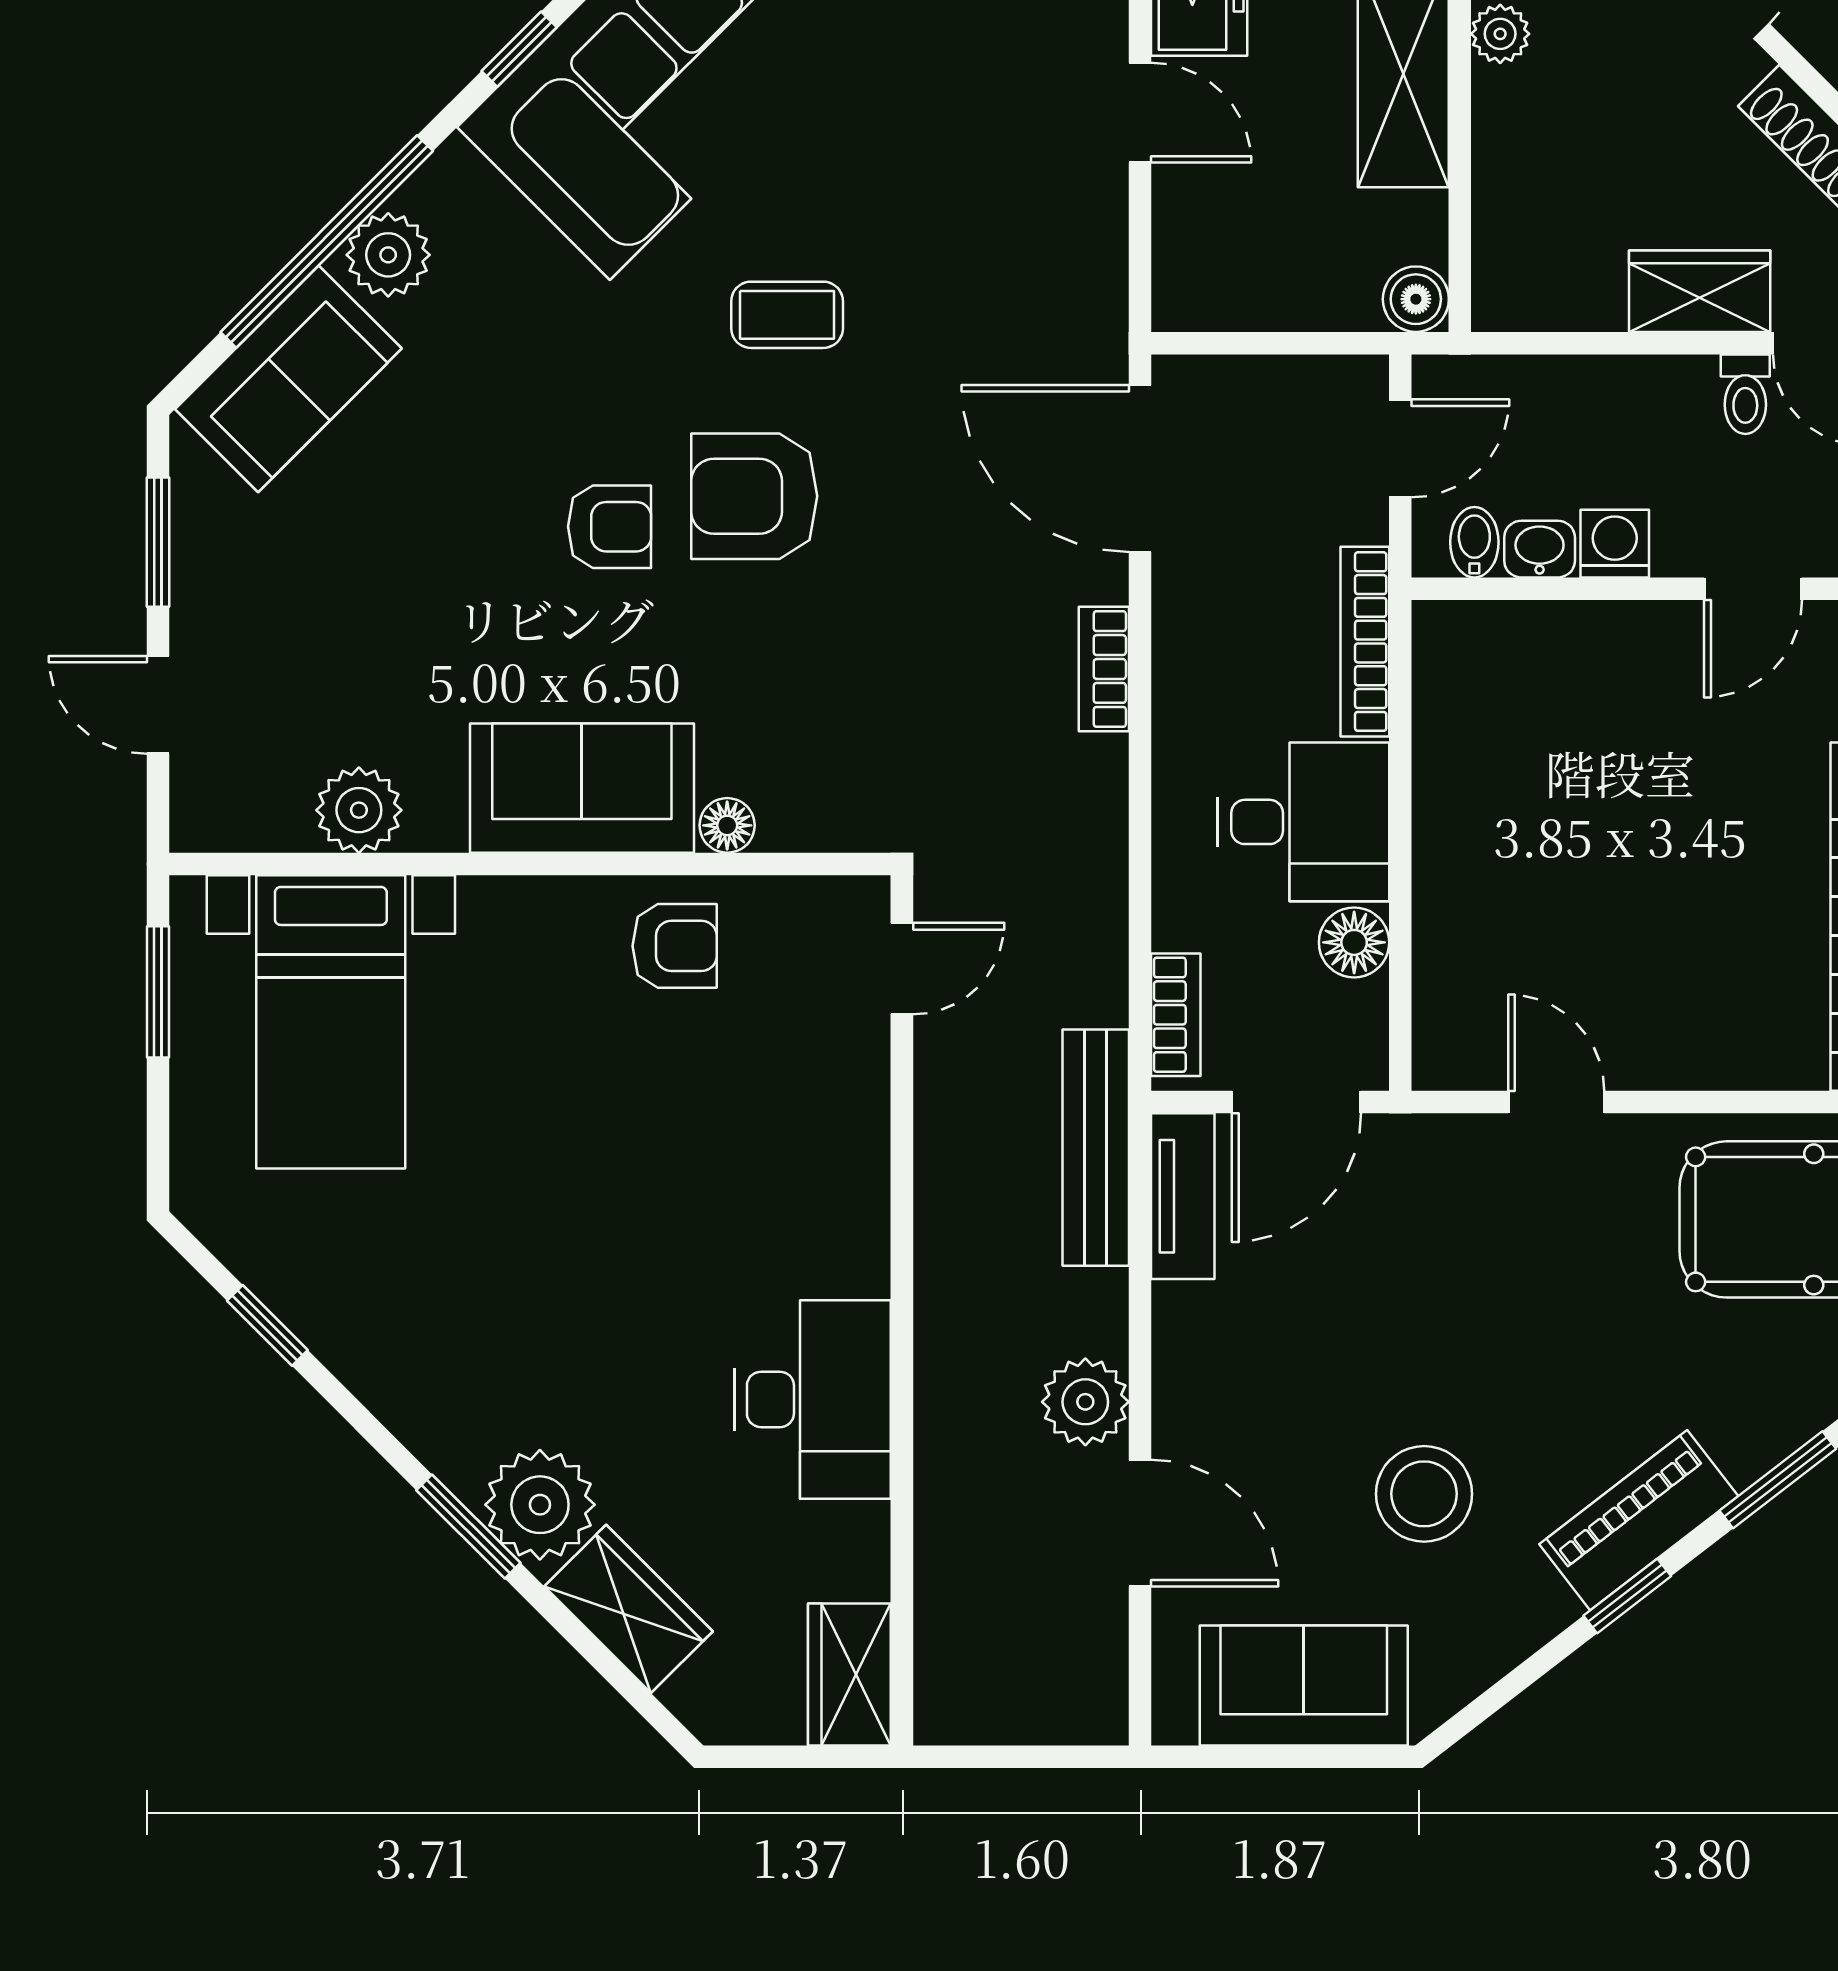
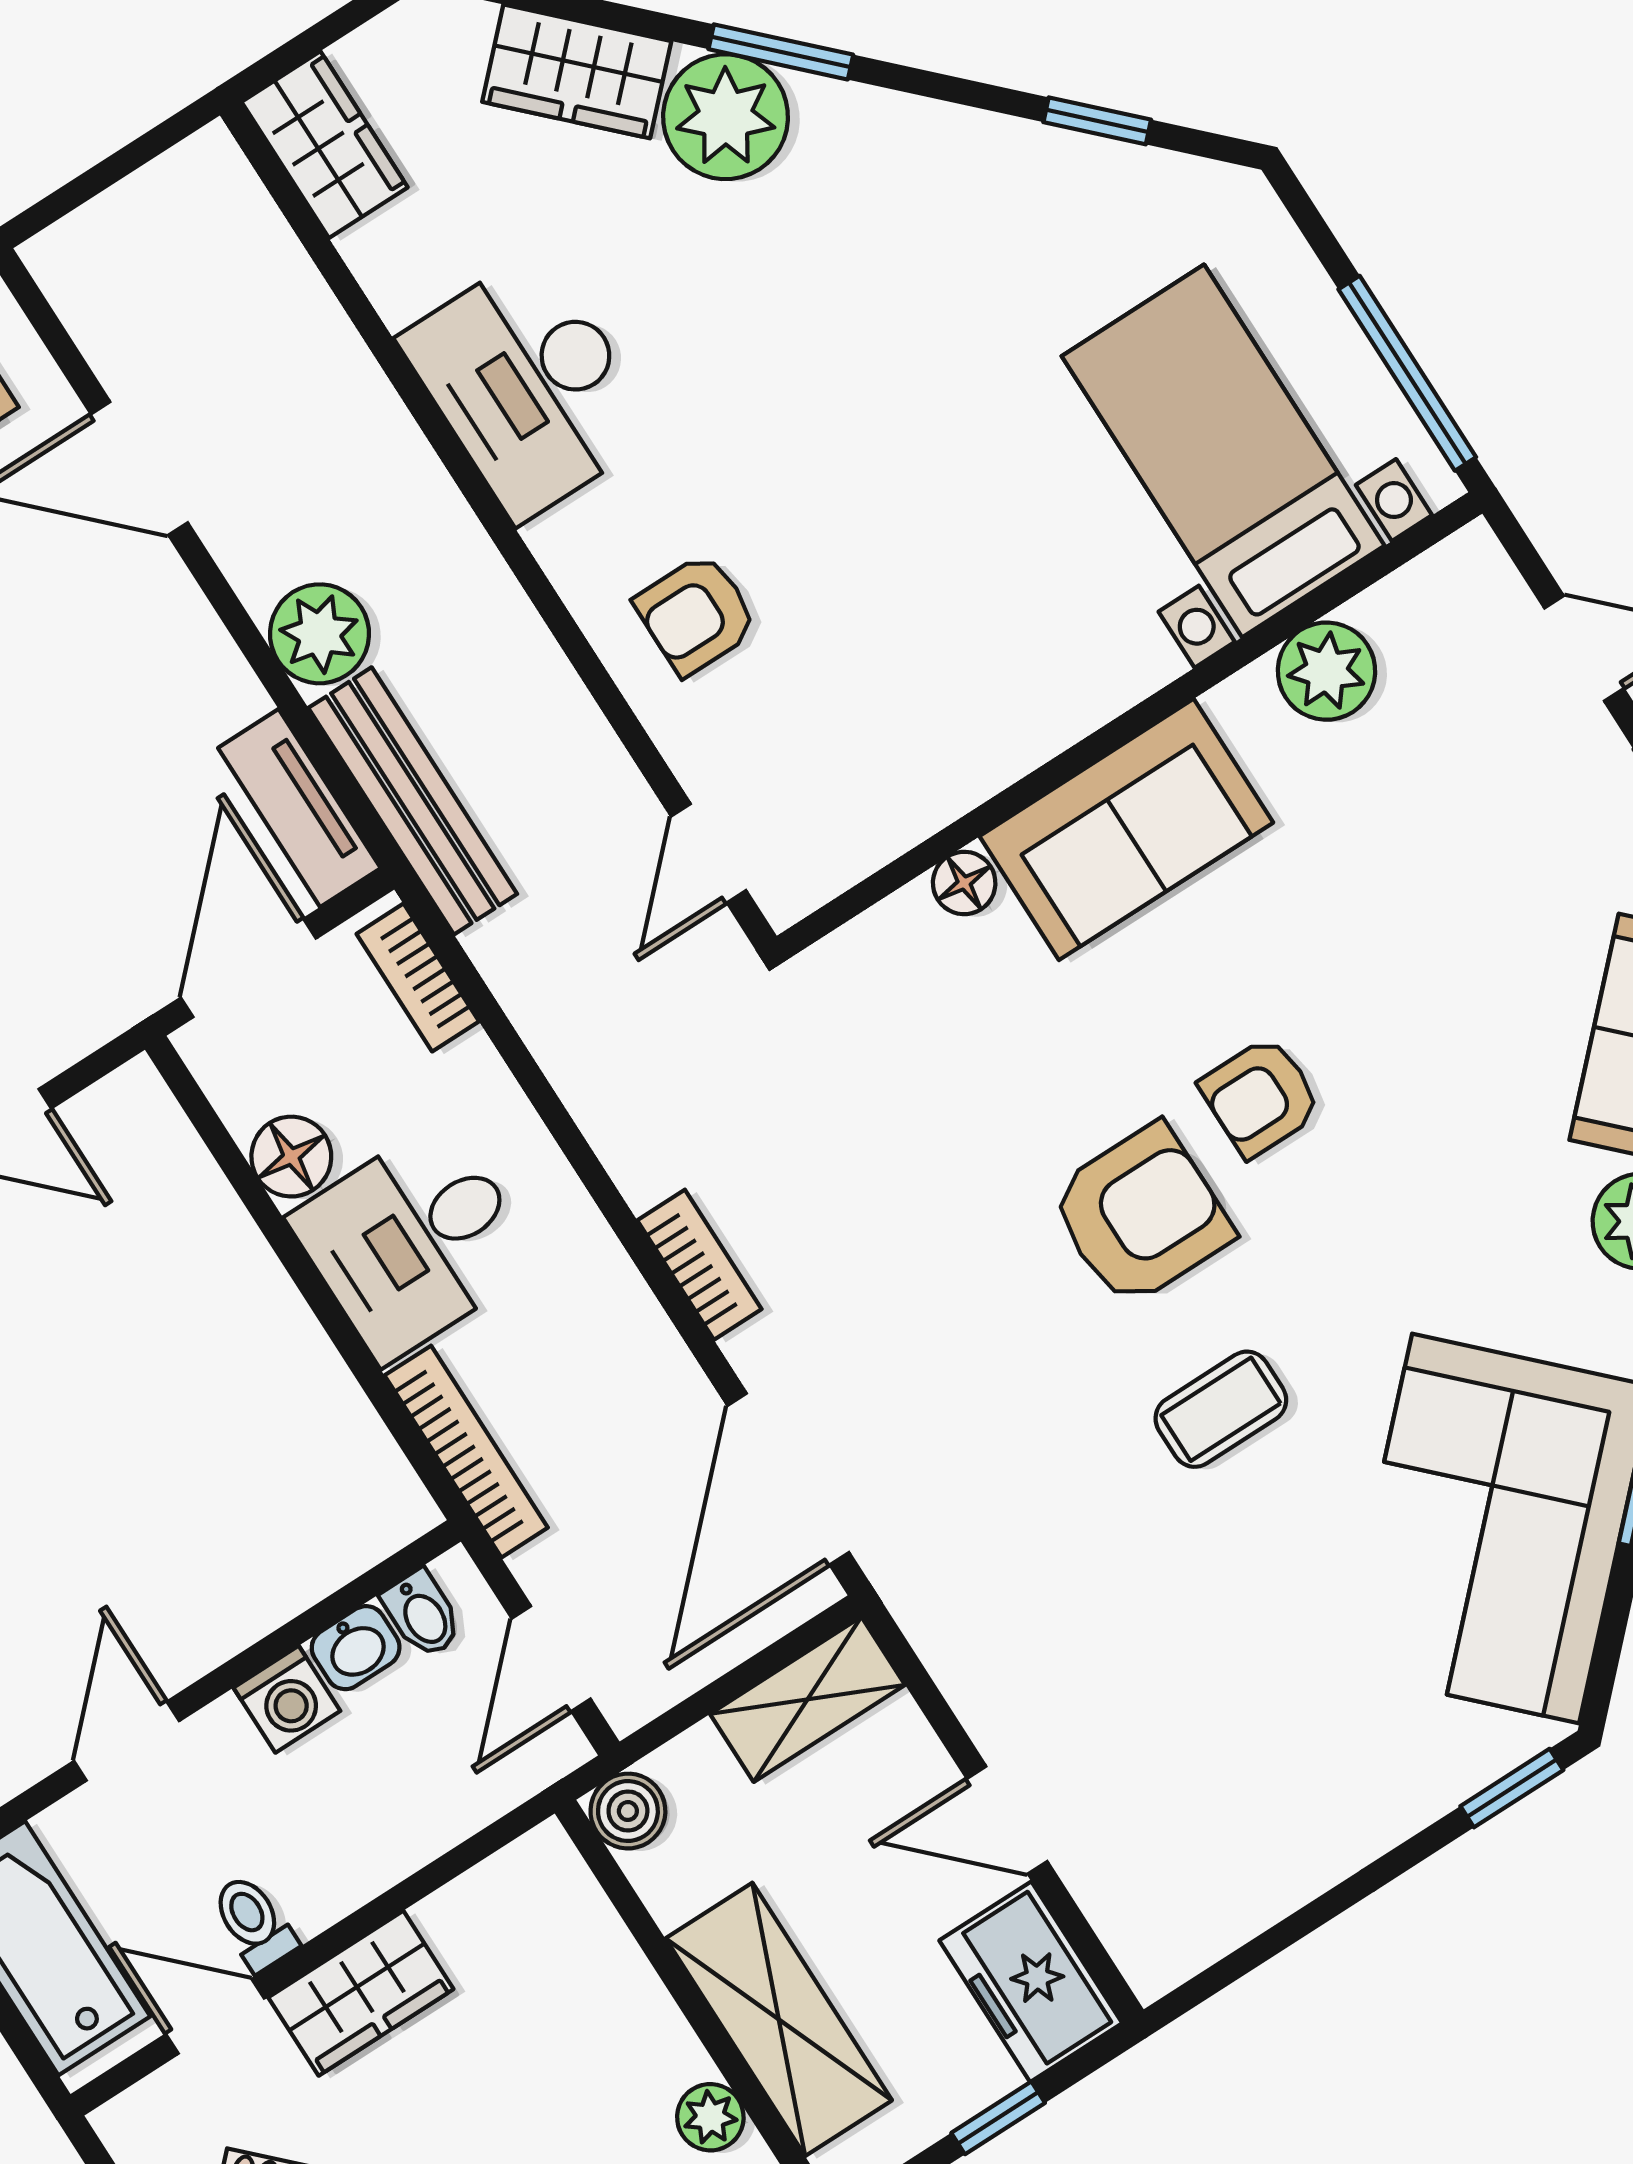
shelving: (1230, 297) -> (808, 1699), added
door: (1140, 469) -> (788, 1479), swing flipped
armchair: (675, 946) -> (696, 614), moved
window: (158, 992) -> (1407, 373), width x1.44
plant: (1085, 1402) -> (319, 634), moved

